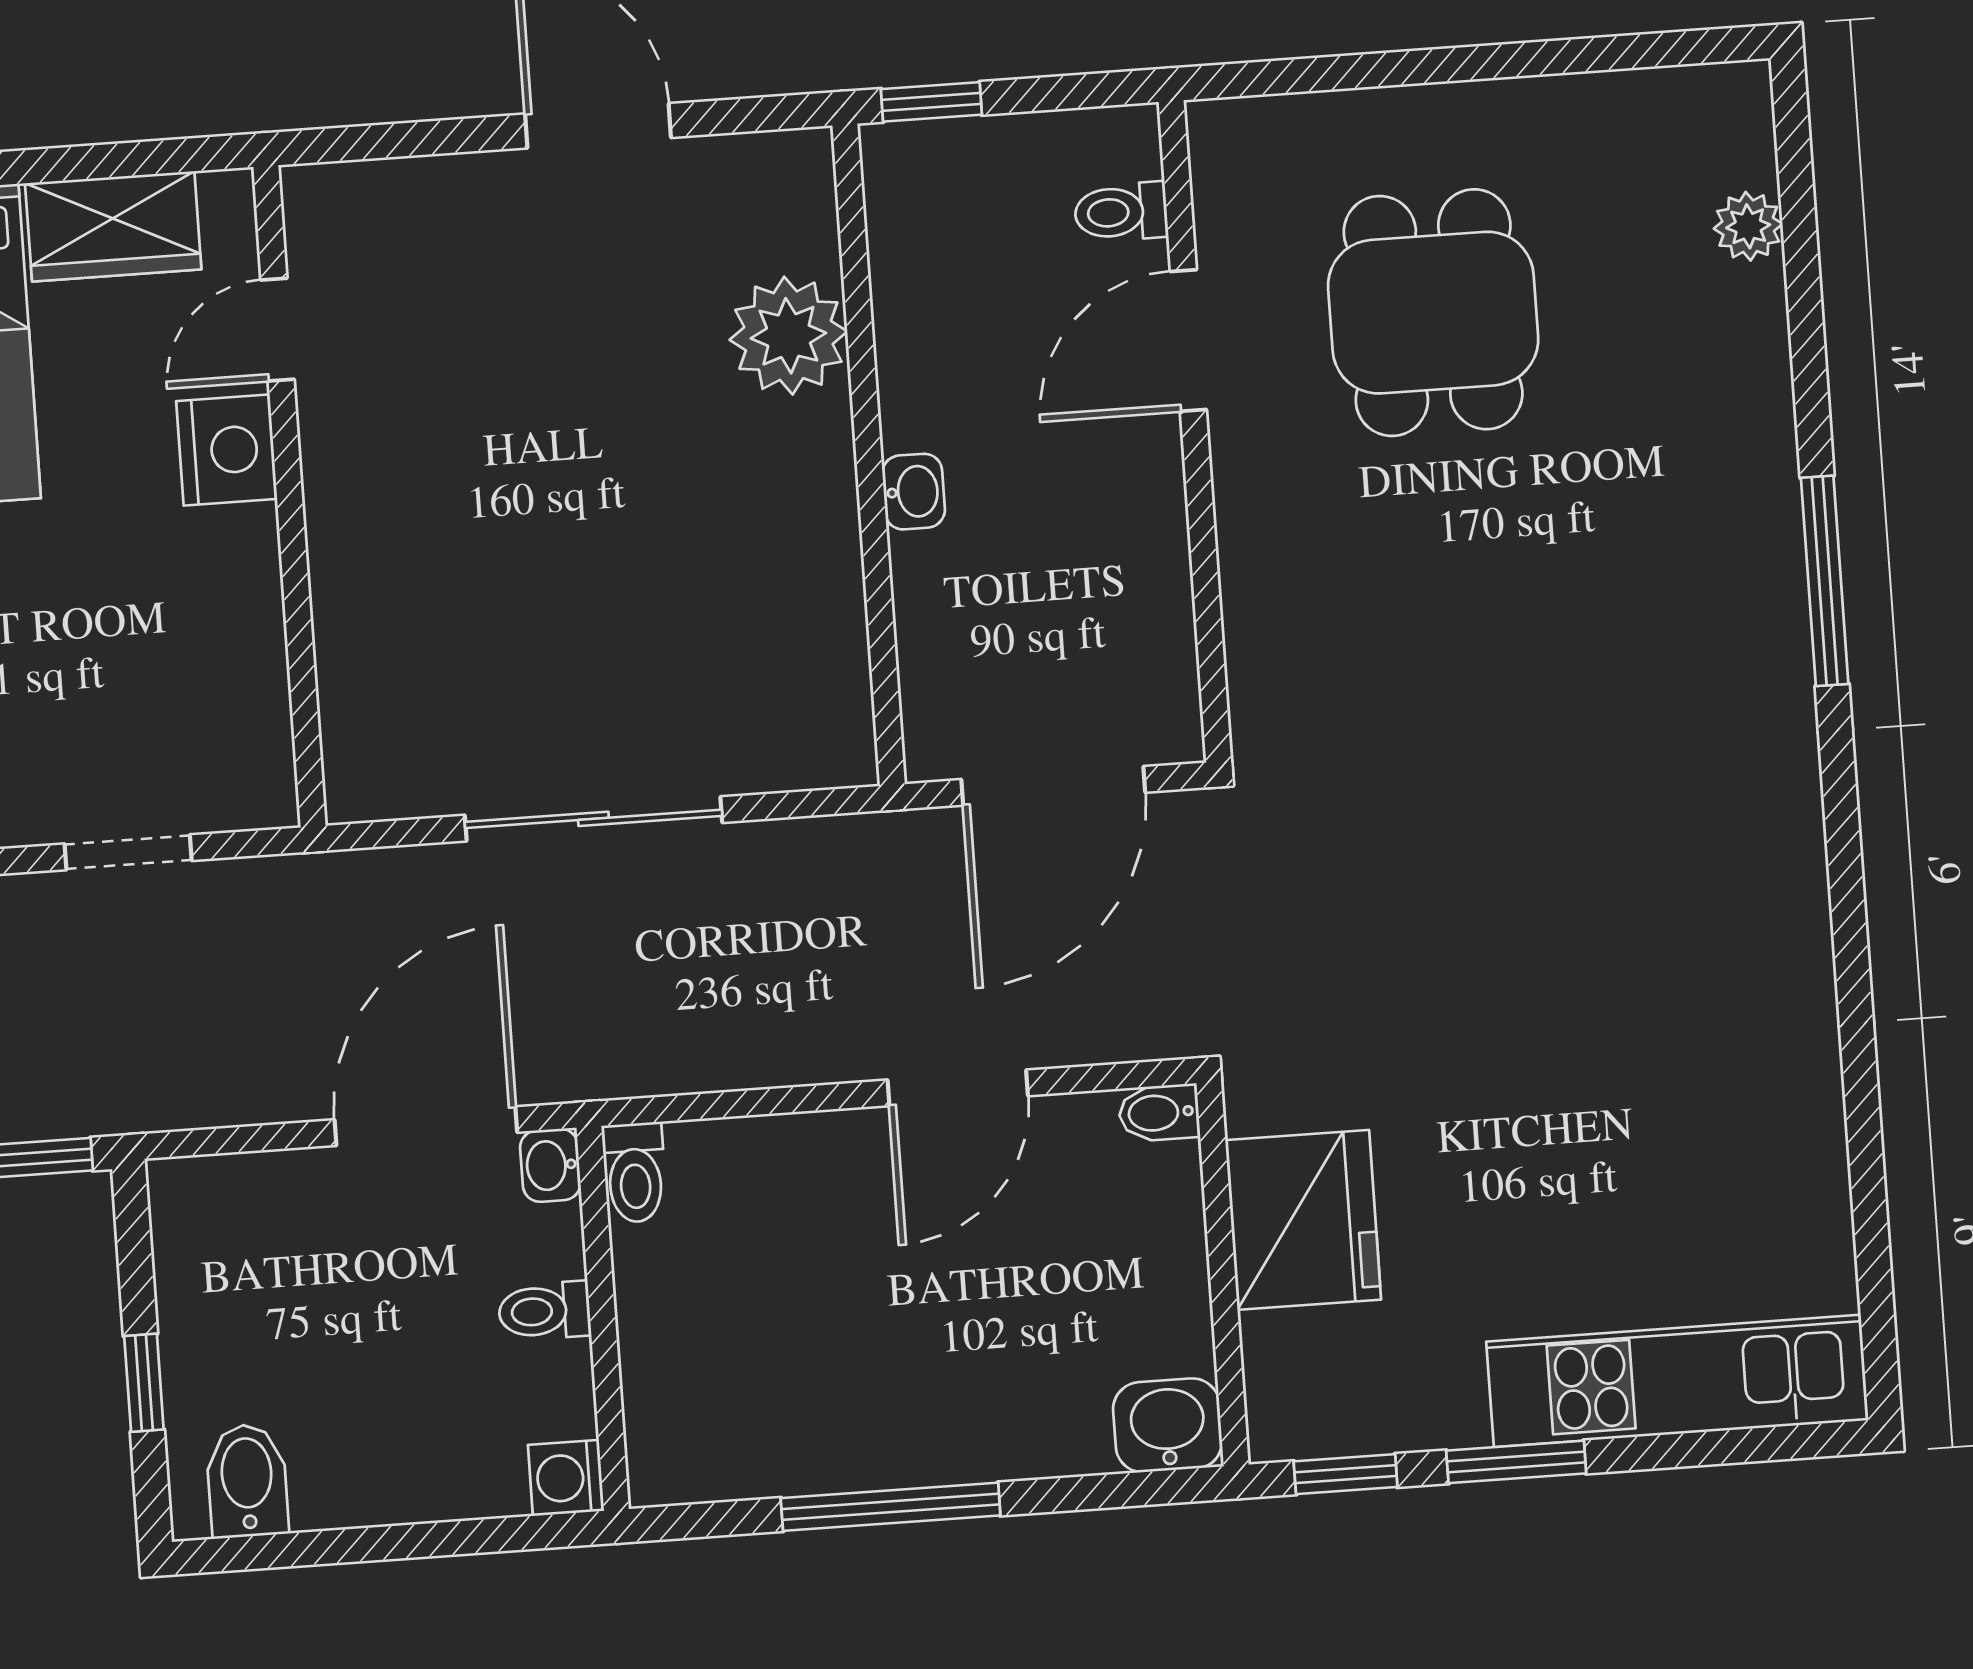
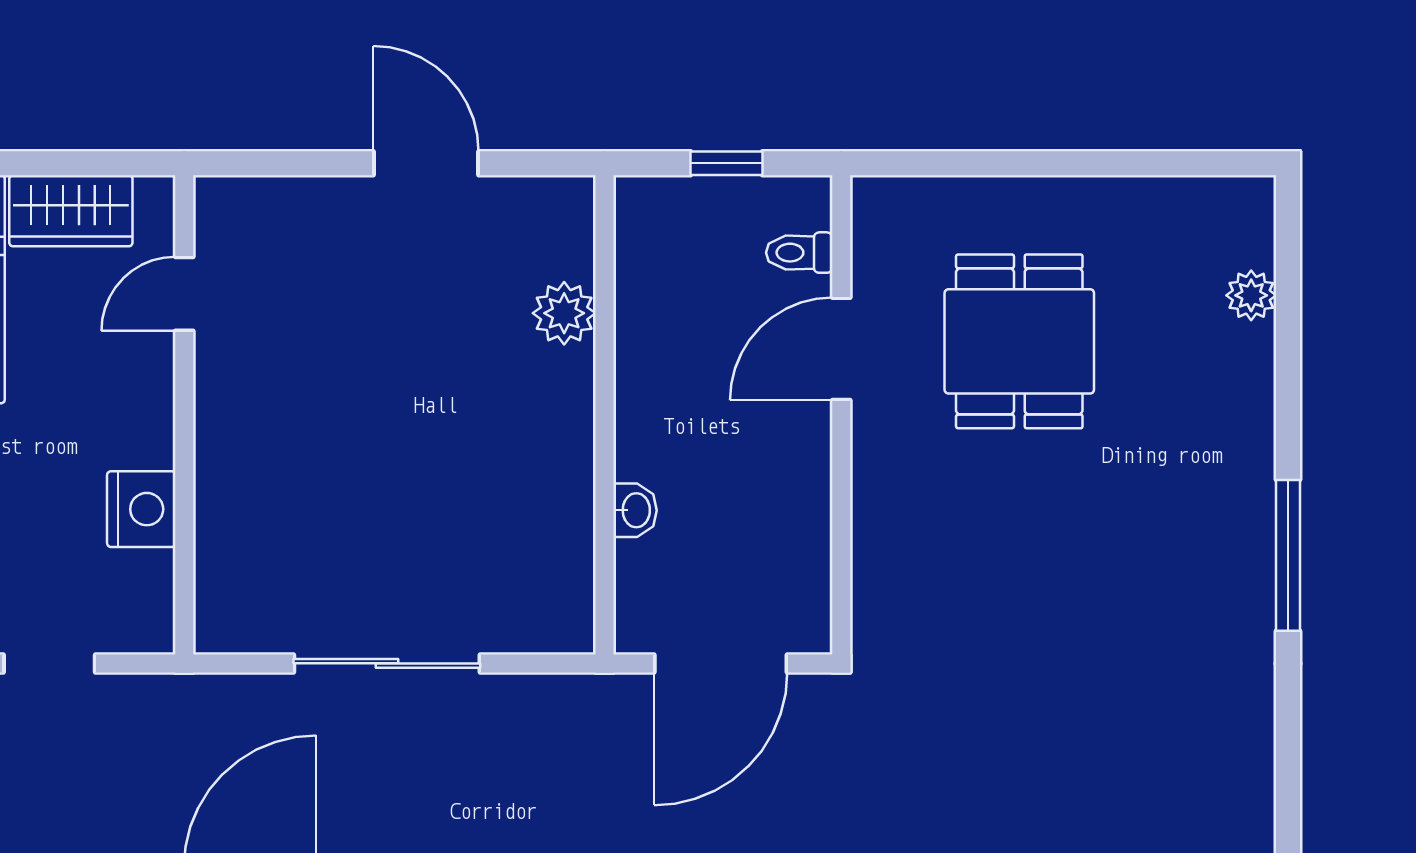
window: (931, 102) -> (727, 163), moved
plant: (788, 336) -> (564, 313), width x0.73, depth x0.73
nightstand: (227, 450) -> (141, 509), moved
washbasin: (914, 492) -> (635, 510), moved

